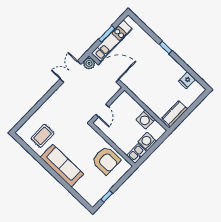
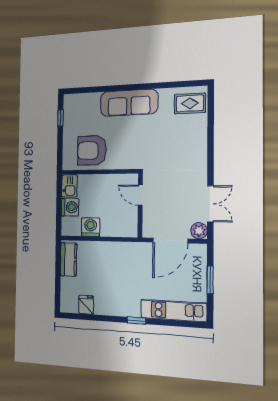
kitchen unit: (112, 41) -> (174, 310), moved, turned 90
rug: (42, 136) -> (190, 103), moved, turned 90

